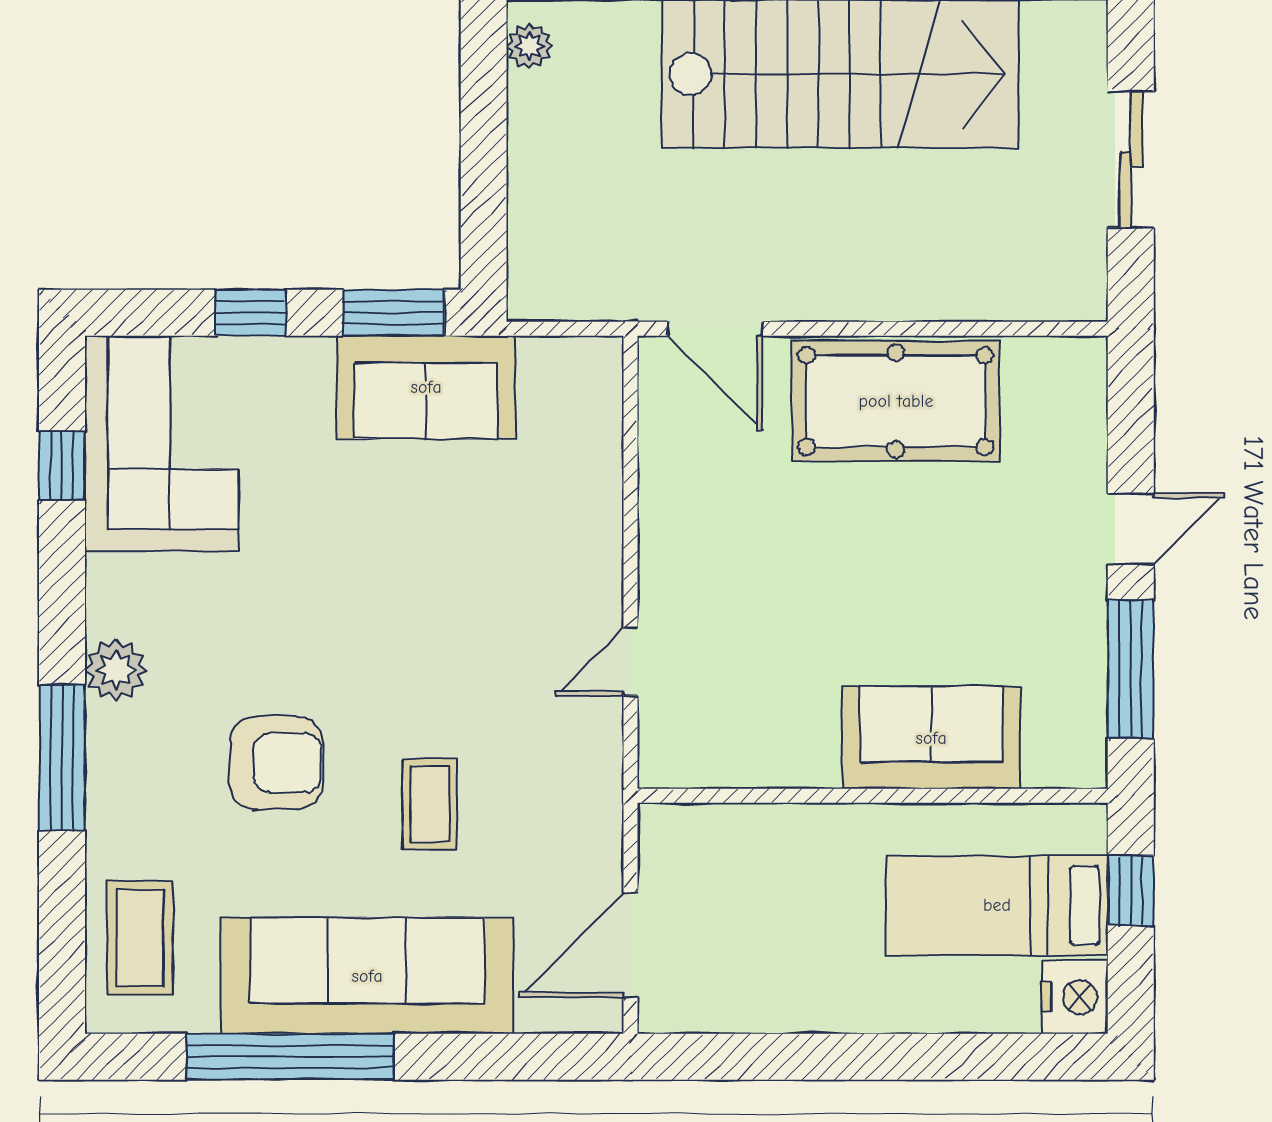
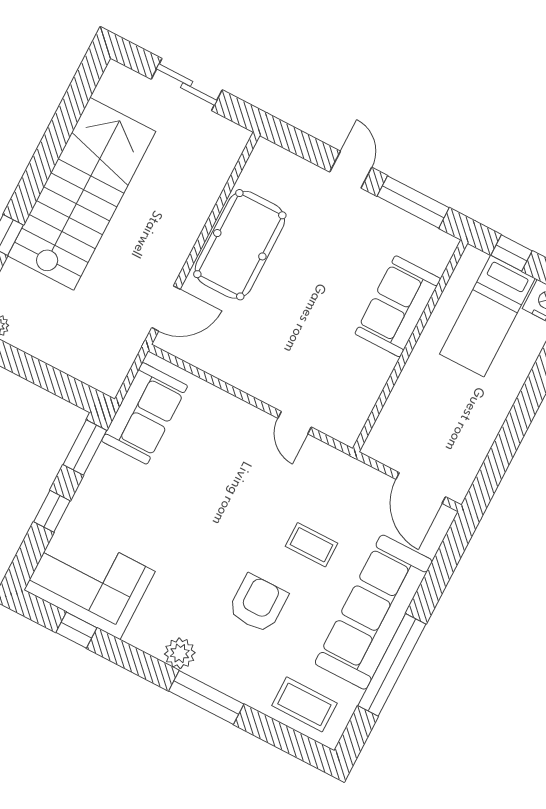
sofa: (426, 387) -> (145, 413), moved

